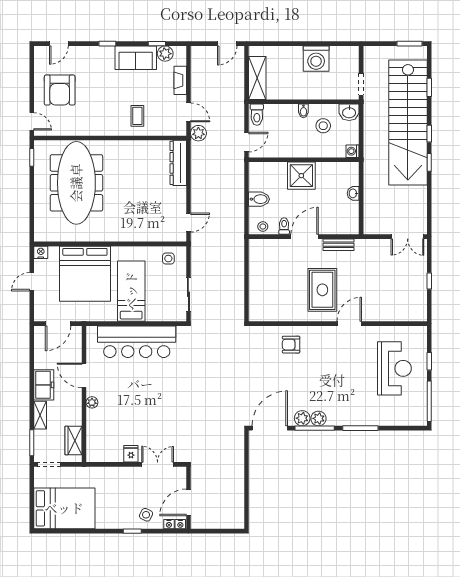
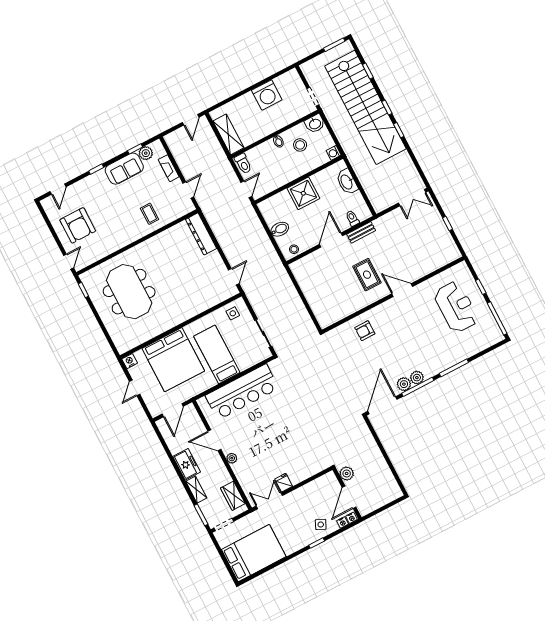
door: (188, 112) -> (188, 190), hinge flipped
door: (32, 121) -> (69, 262), hinge flipped
plant: (198, 133) -> (347, 473), moved
meeting table: (76, 183) -> (129, 292), width x0.73
washbasin: (353, 193) -> (347, 182), width x1.91, depth x1.45
toilet: (284, 226) -> (352, 218), moved
rug: (322, 290) -> (367, 275), width x0.73, depth x0.70
door: (349, 324) -> (402, 290), hinge flipped
double door: (158, 464) -> (269, 501), moved

